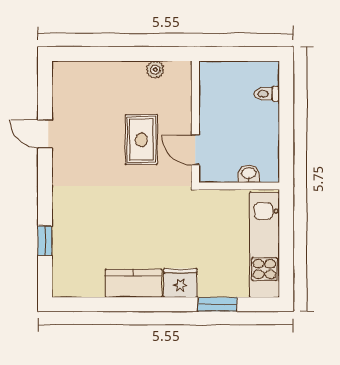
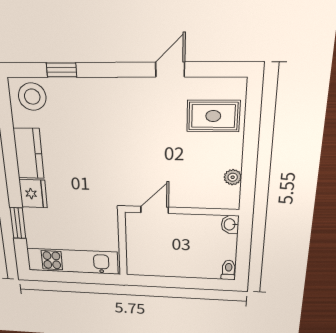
toilet: (267, 94) -> (228, 270), moved
rug: (141, 140) -> (213, 116), moved
washbasin: (249, 174) -> (230, 224), moved, turned 180
stool: (72, 273) -> (32, 97), added

